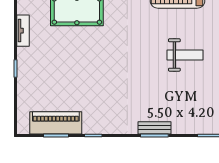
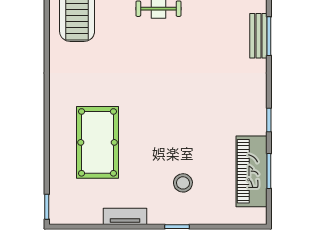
stool: (47, 73) -> (183, 183), added

